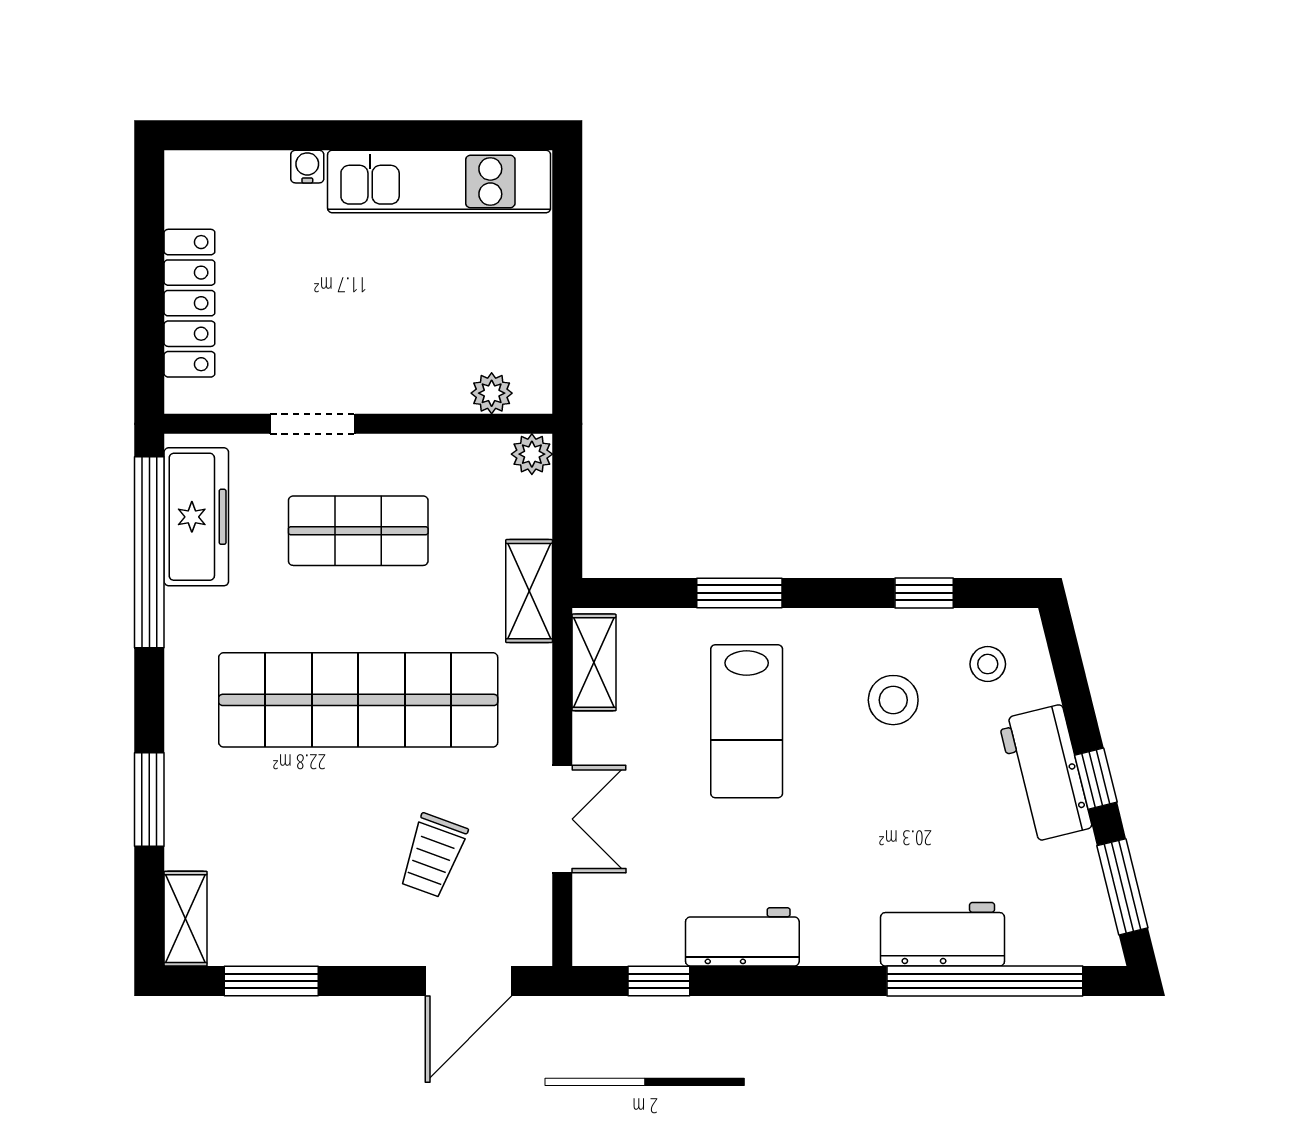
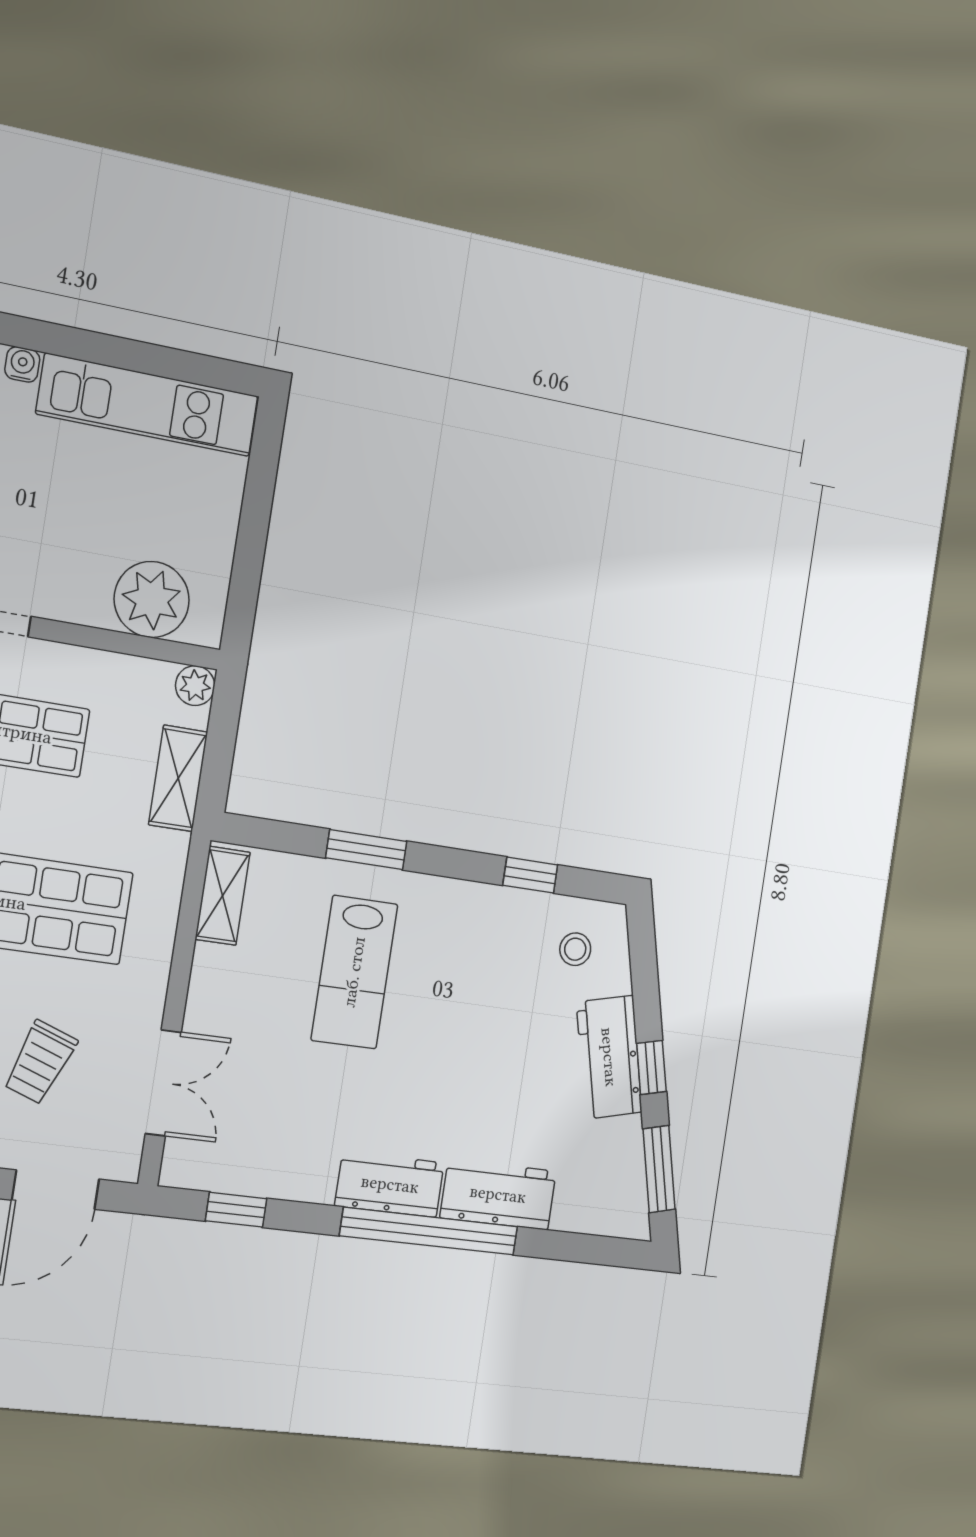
plant: (492, 393) -> (152, 599), width x1.87, depth x1.87
shelving: (529, 591) -> (178, 778), moved
stool: (893, 700) -> (488, 971), removed
double door: (562, 819) -> (163, 1083), moved
workbench: (742, 937) -> (390, 1184), moved
window: (985, 981) -> (429, 1231), moved

